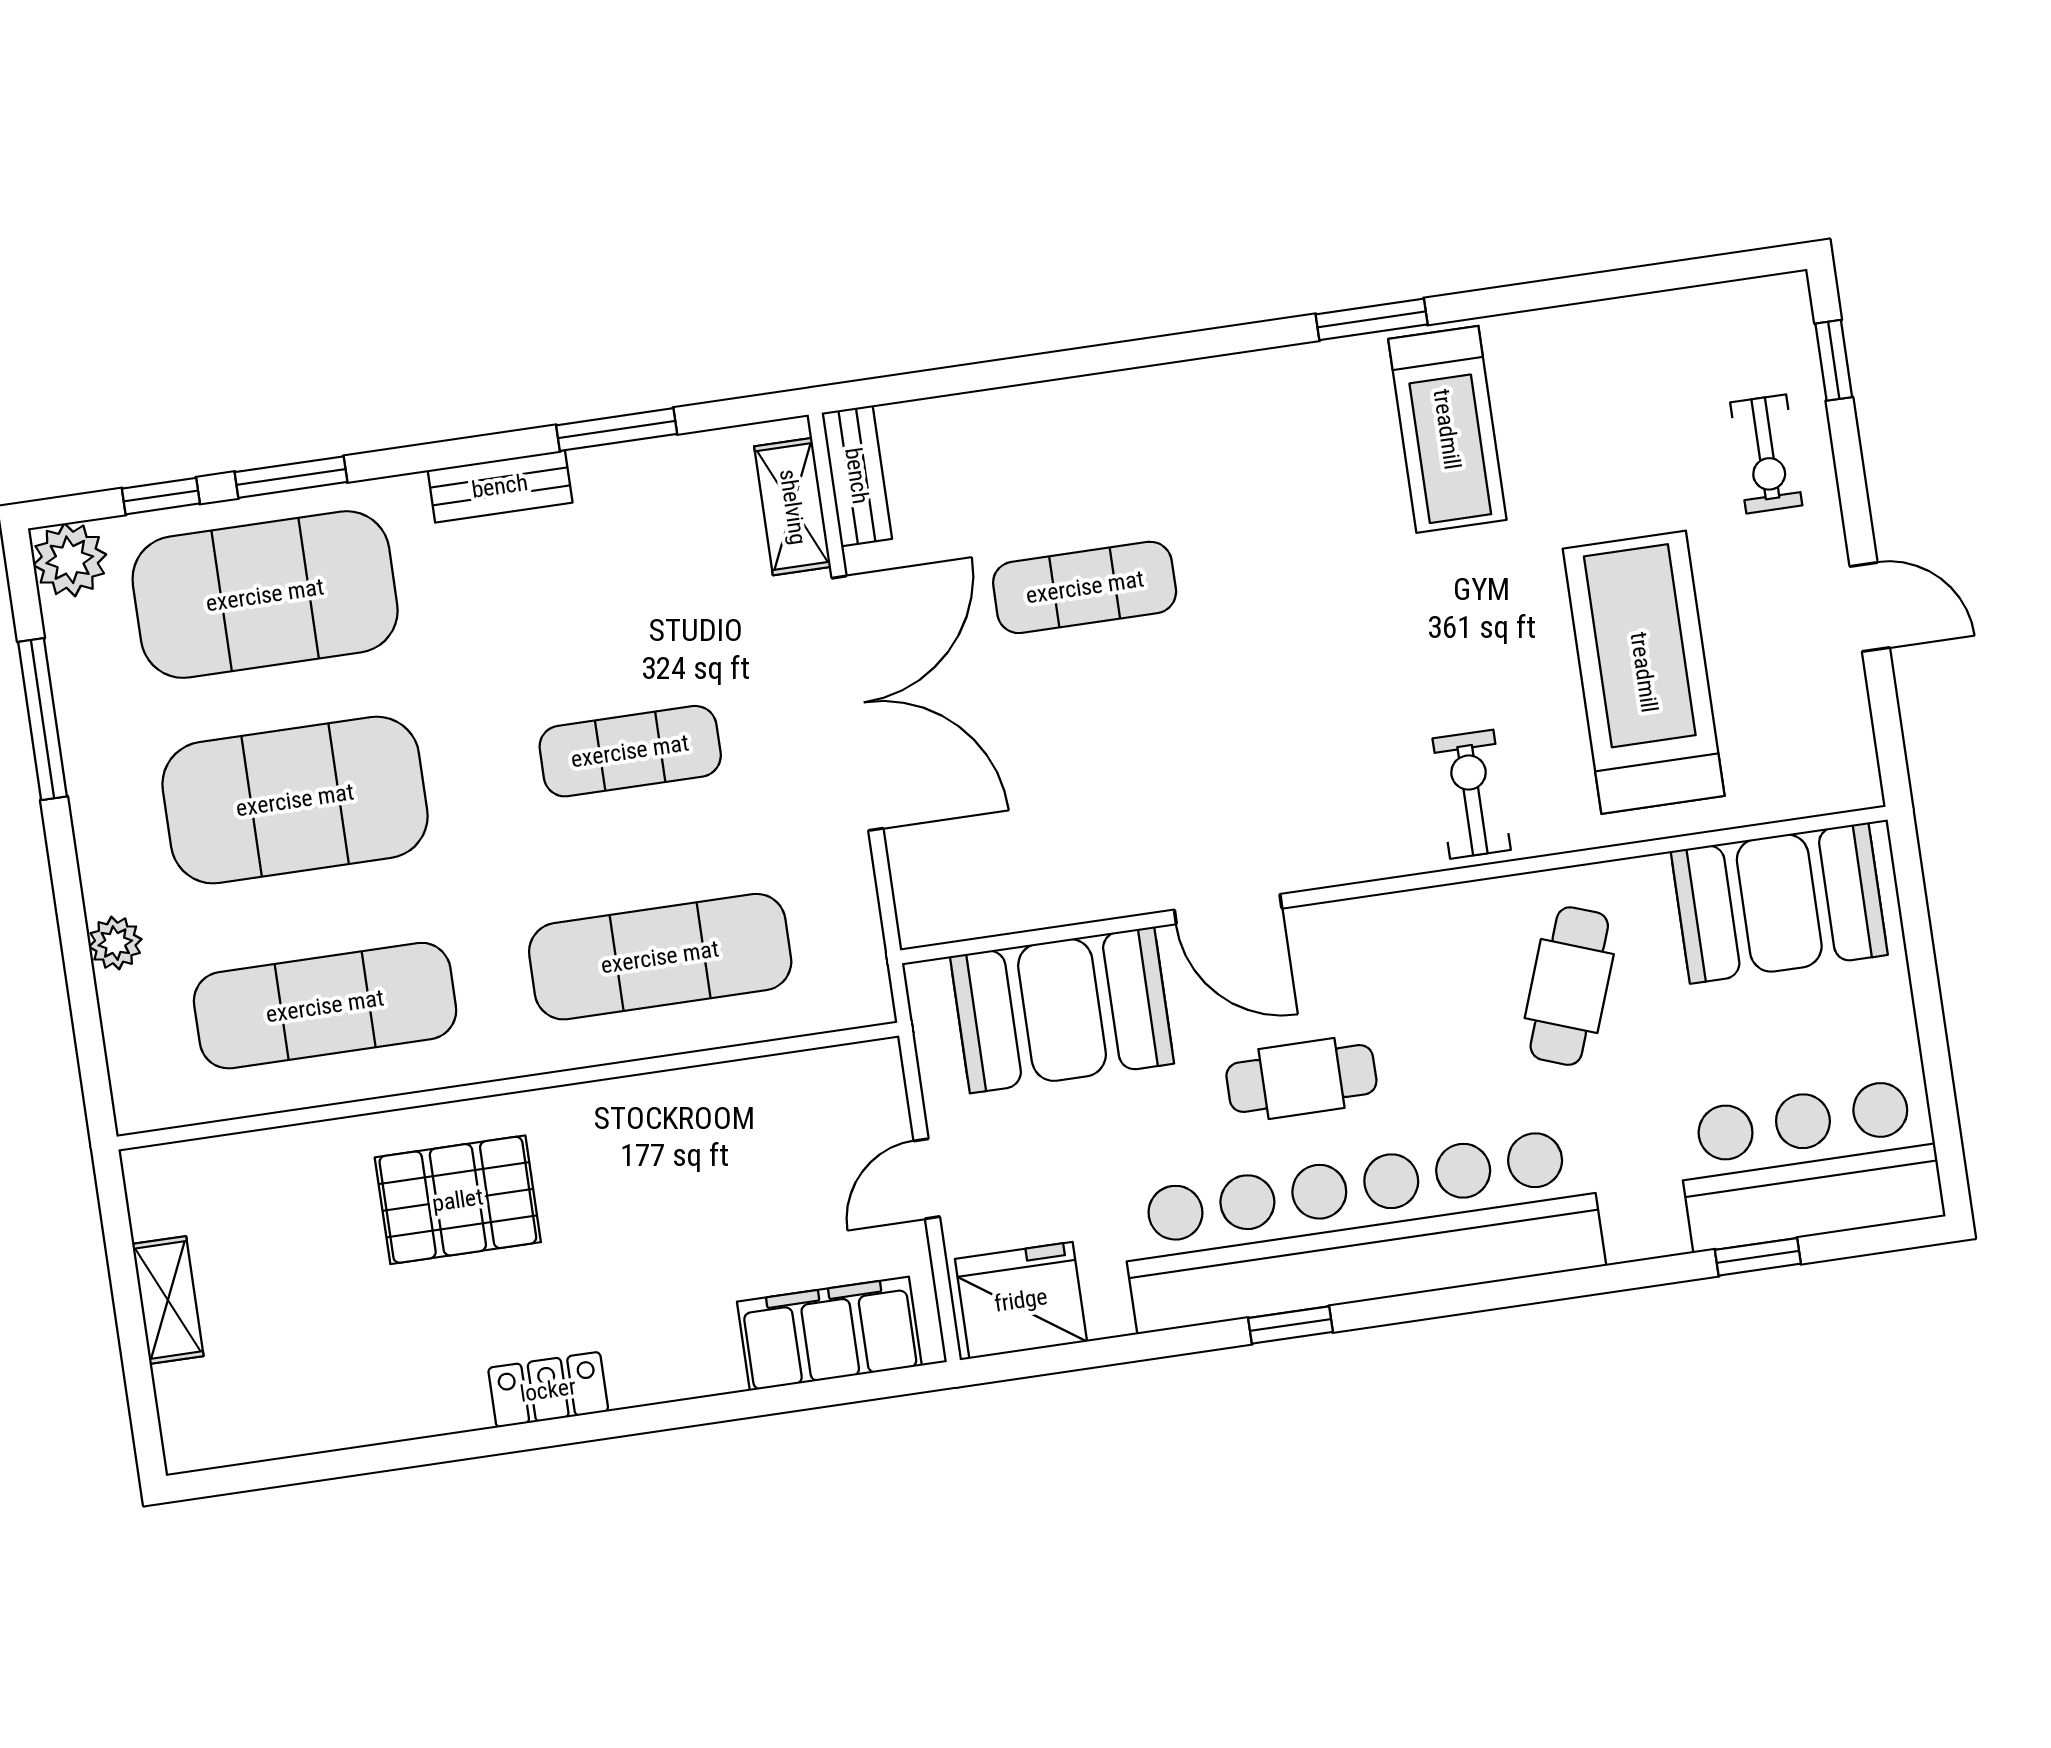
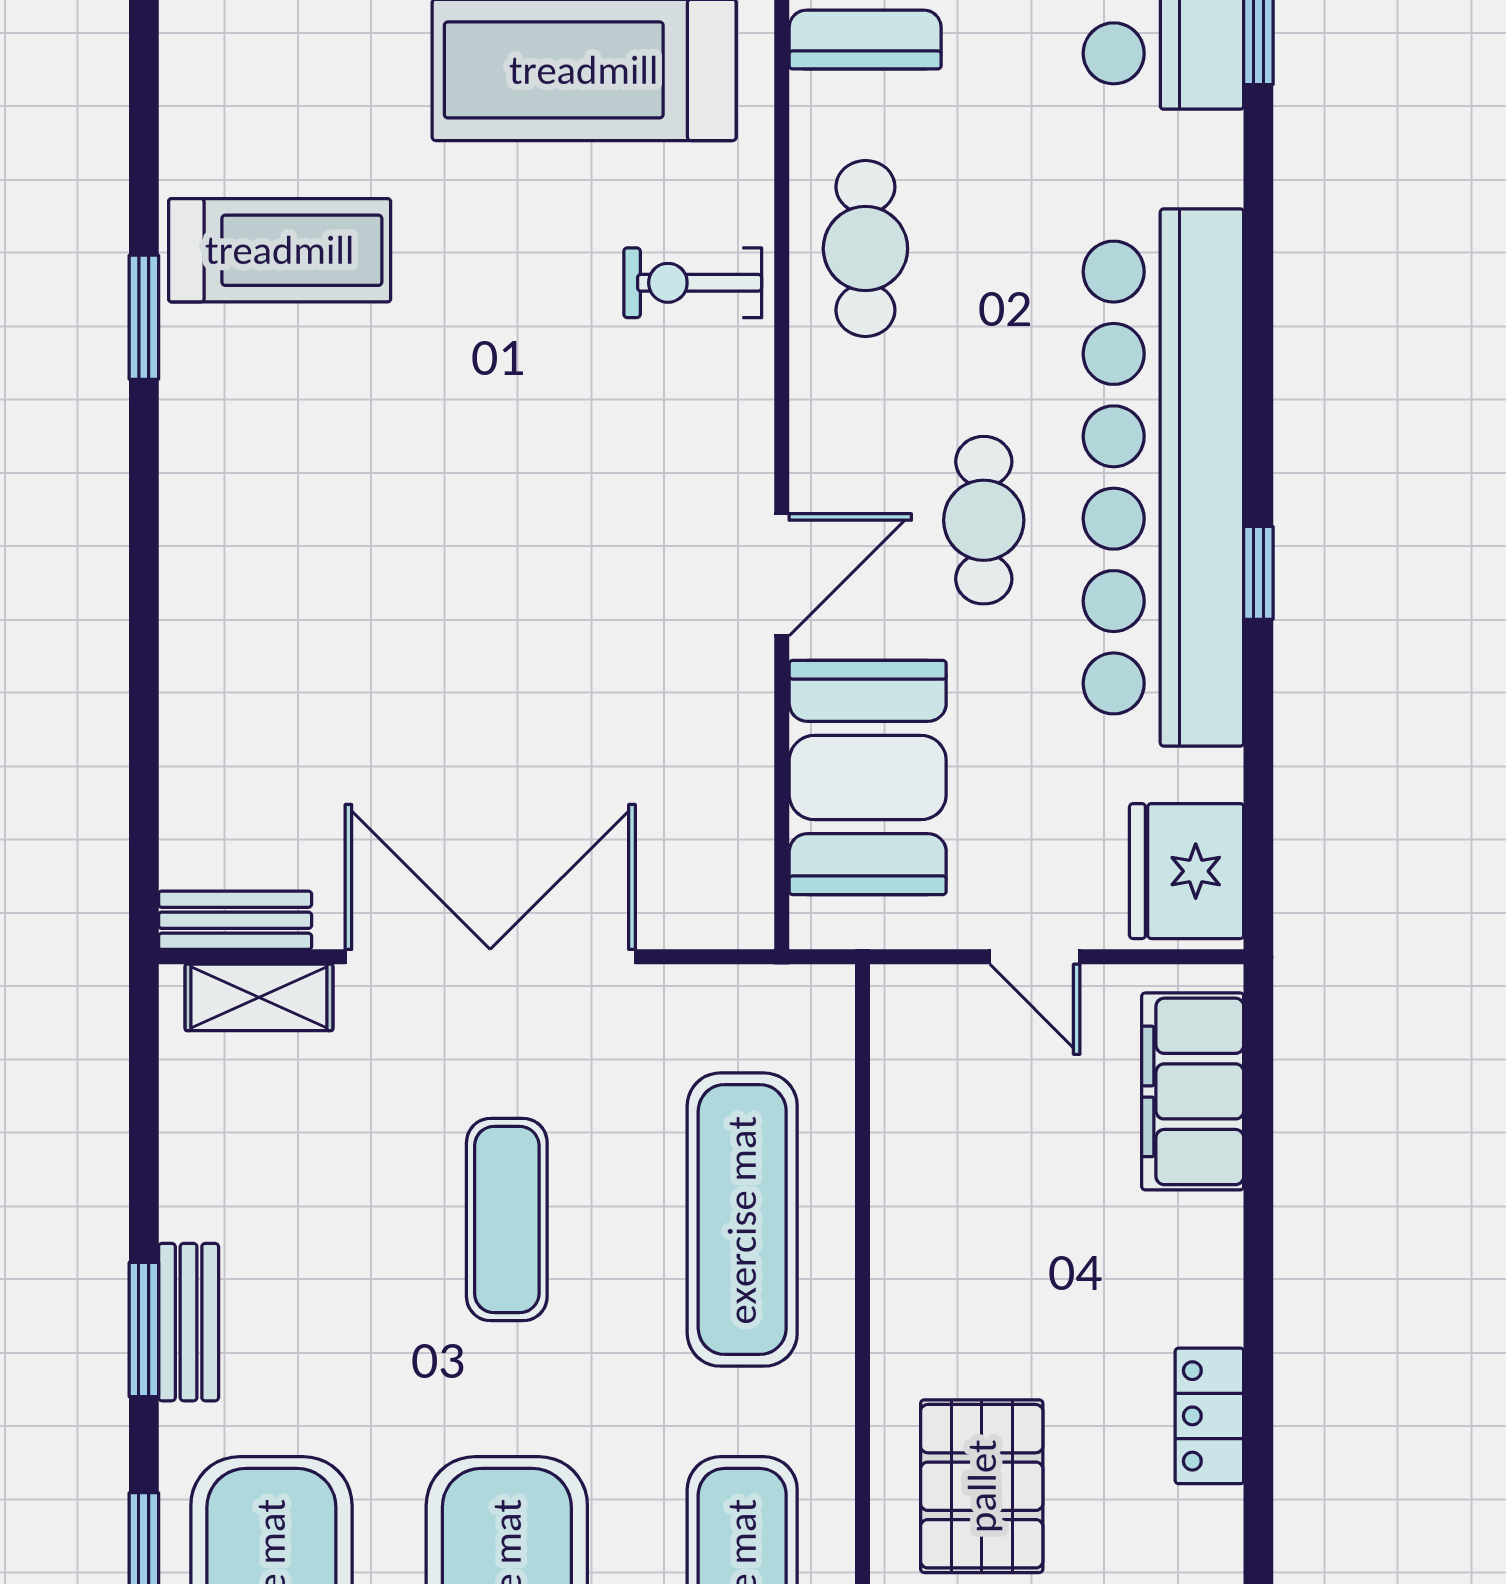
window: (617, 430) -> (144, 1330), moved
exercise mat: (1085, 587) -> (397, 683), removed
cafe table: (1569, 986) -> (865, 249), moved, turned 70

